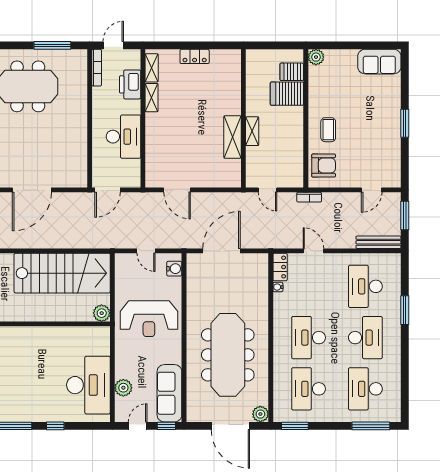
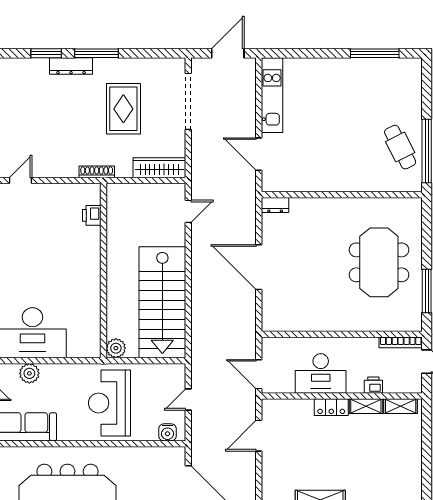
locker: (195, 56) -> (331, 407), moved, turned -90
printer: (130, 84) -> (373, 385), width x0.53, depth x0.68
door: (108, 190) -> (259, 374), moved

